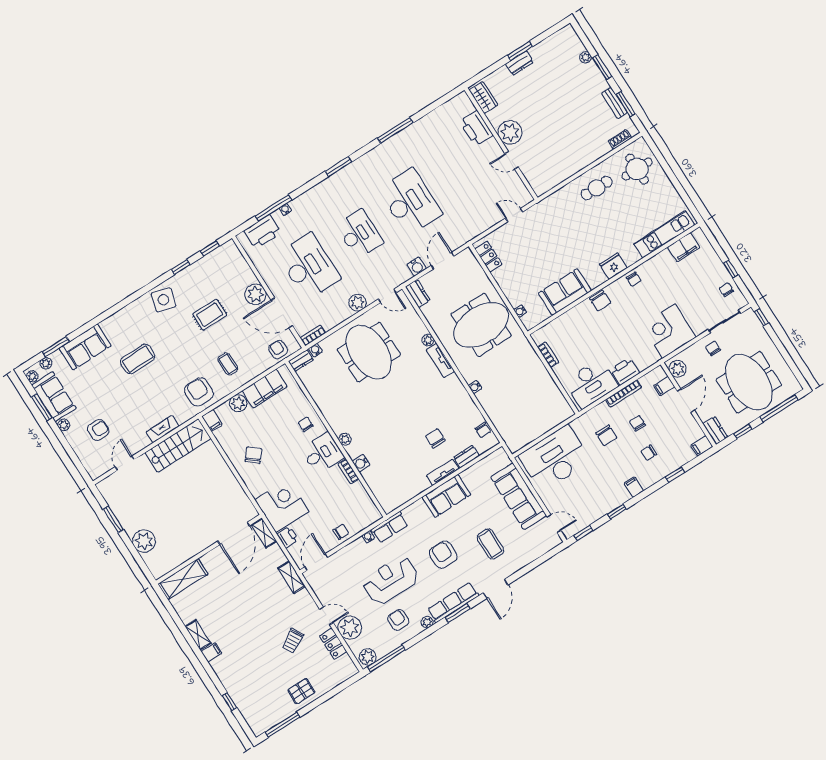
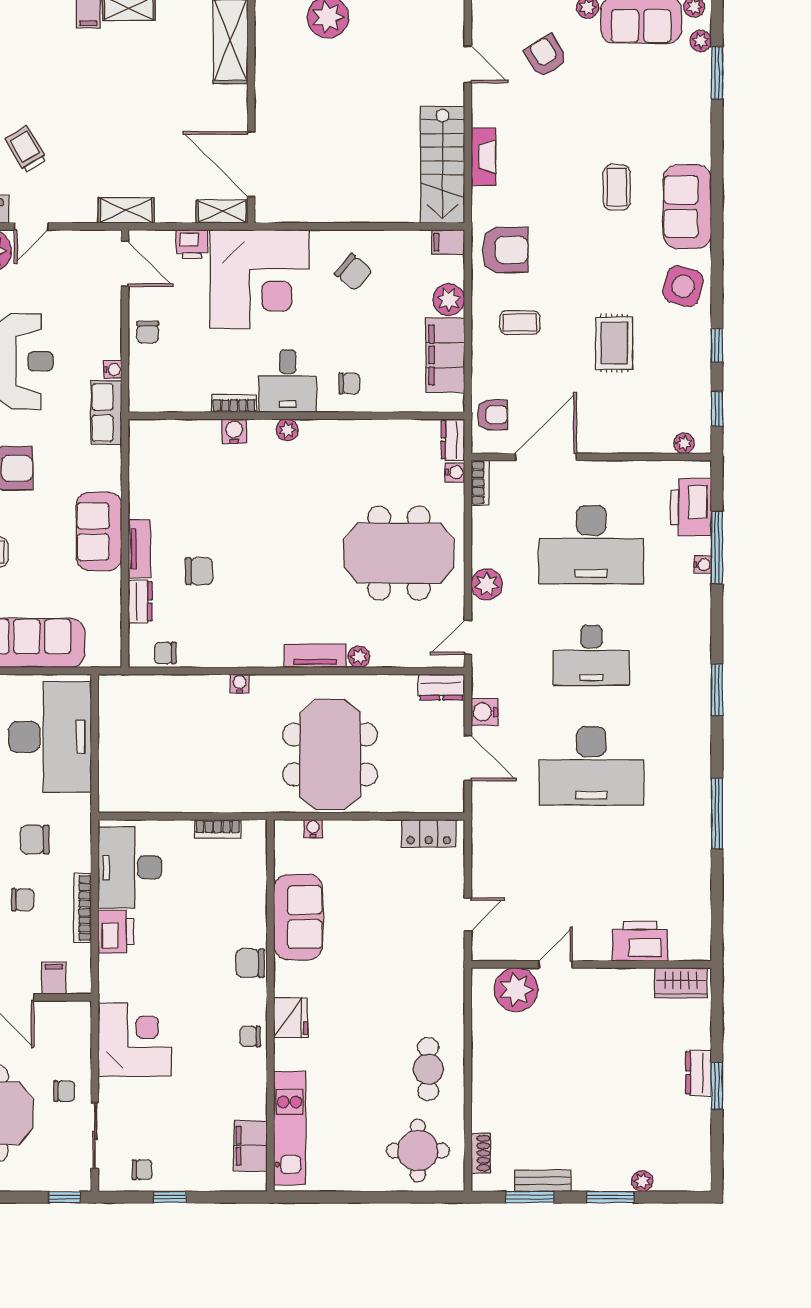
plant: (510, 132) -> (516, 990), moved
plant: (255, 294) -> (684, 443), moved, width x0.53, depth x0.53
sofa: (85, 347) -> (687, 207), moved
coffee table: (138, 359) -> (617, 187), width x0.73, depth x0.77
plant: (678, 369) -> (68, 1016), removed
armchair: (98, 430) -> (546, 56), turned 148
corner desk: (282, 506) -> (260, 279), width x1.36, depth x1.36

